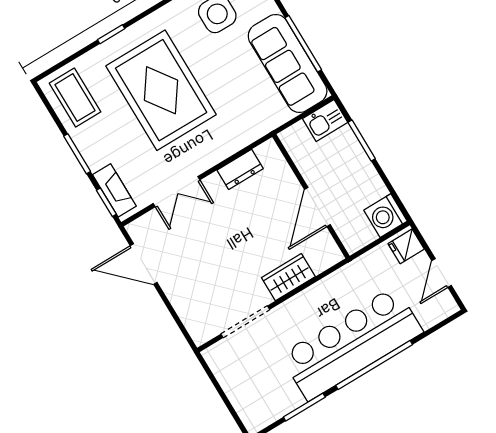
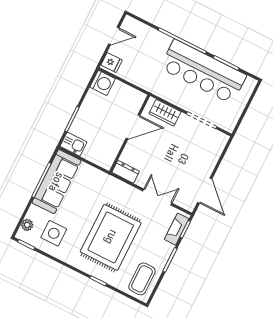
wall: (311, 196) -> (130, 134), moved
door: (317, 207) -> (133, 127), moved
bar counter: (352, 343) -> (203, 72), moved

